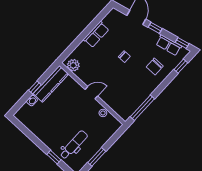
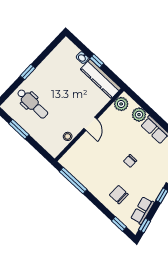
plant: (83, 49) -> (139, 115), added
window: (54, 157) -> (28, 72), moved

